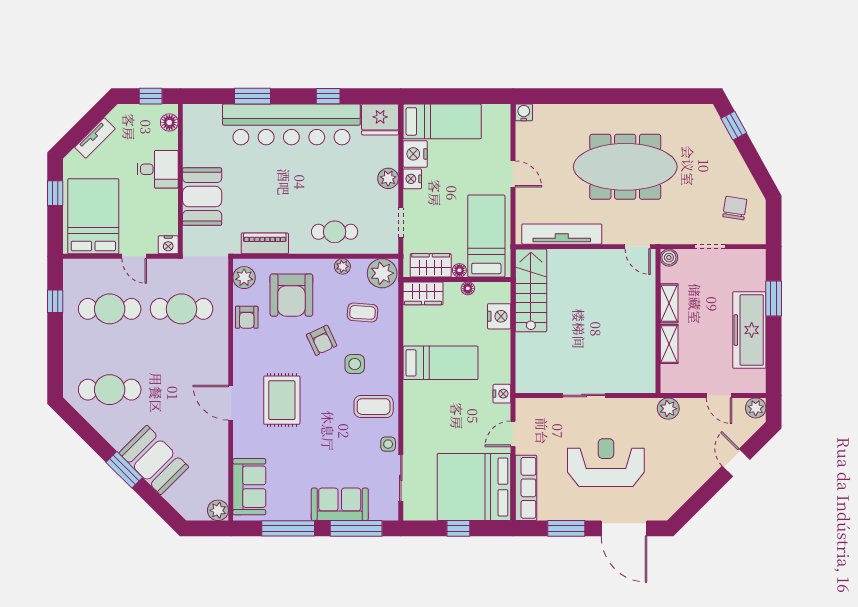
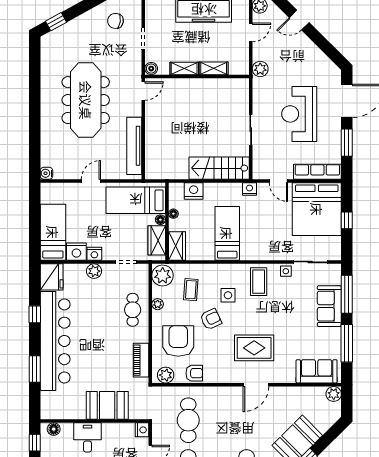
stairs: (531, 290) -> (219, 168), moved
armchair: (291, 295) -> (178, 341), turned -90

